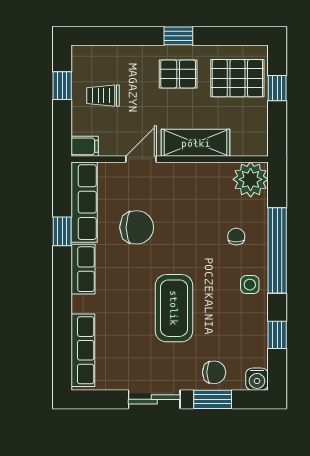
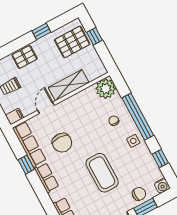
window: (178, 36) -> (41, 31), moved
pallet: (178, 74) -> (25, 57), moved
chair: (137, 227) -> (62, 143), turned 90

